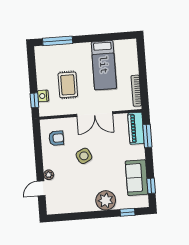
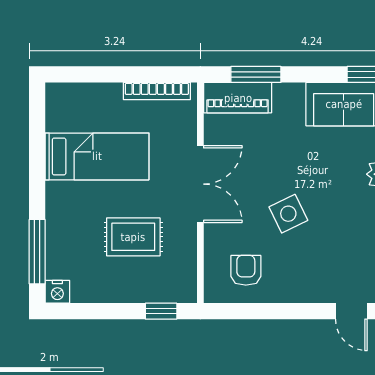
nightstand: (43, 96) -> (57, 292), moved
plant: (49, 175) -> (323, 293), removed

